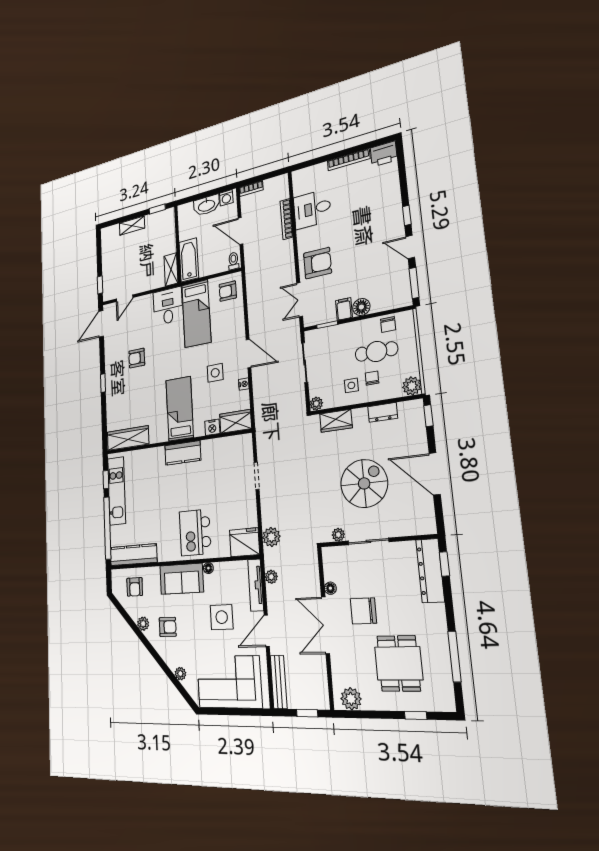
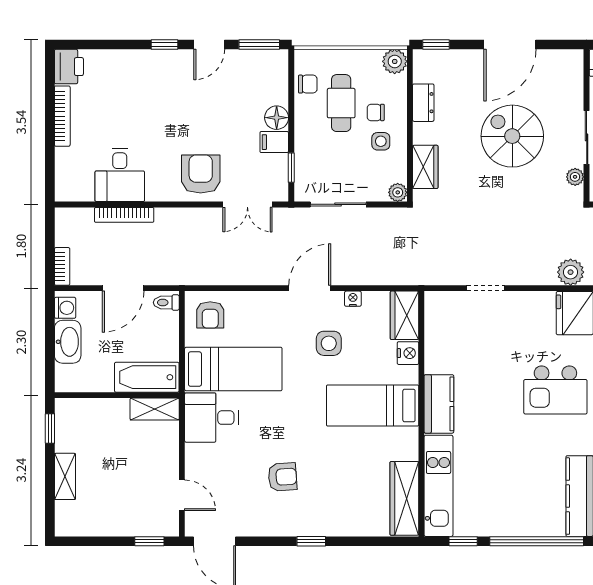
armchair: (137, 358) -> (282, 477), turned -94
kitchen unit: (117, 491) -> (439, 486), moved, turned 90

